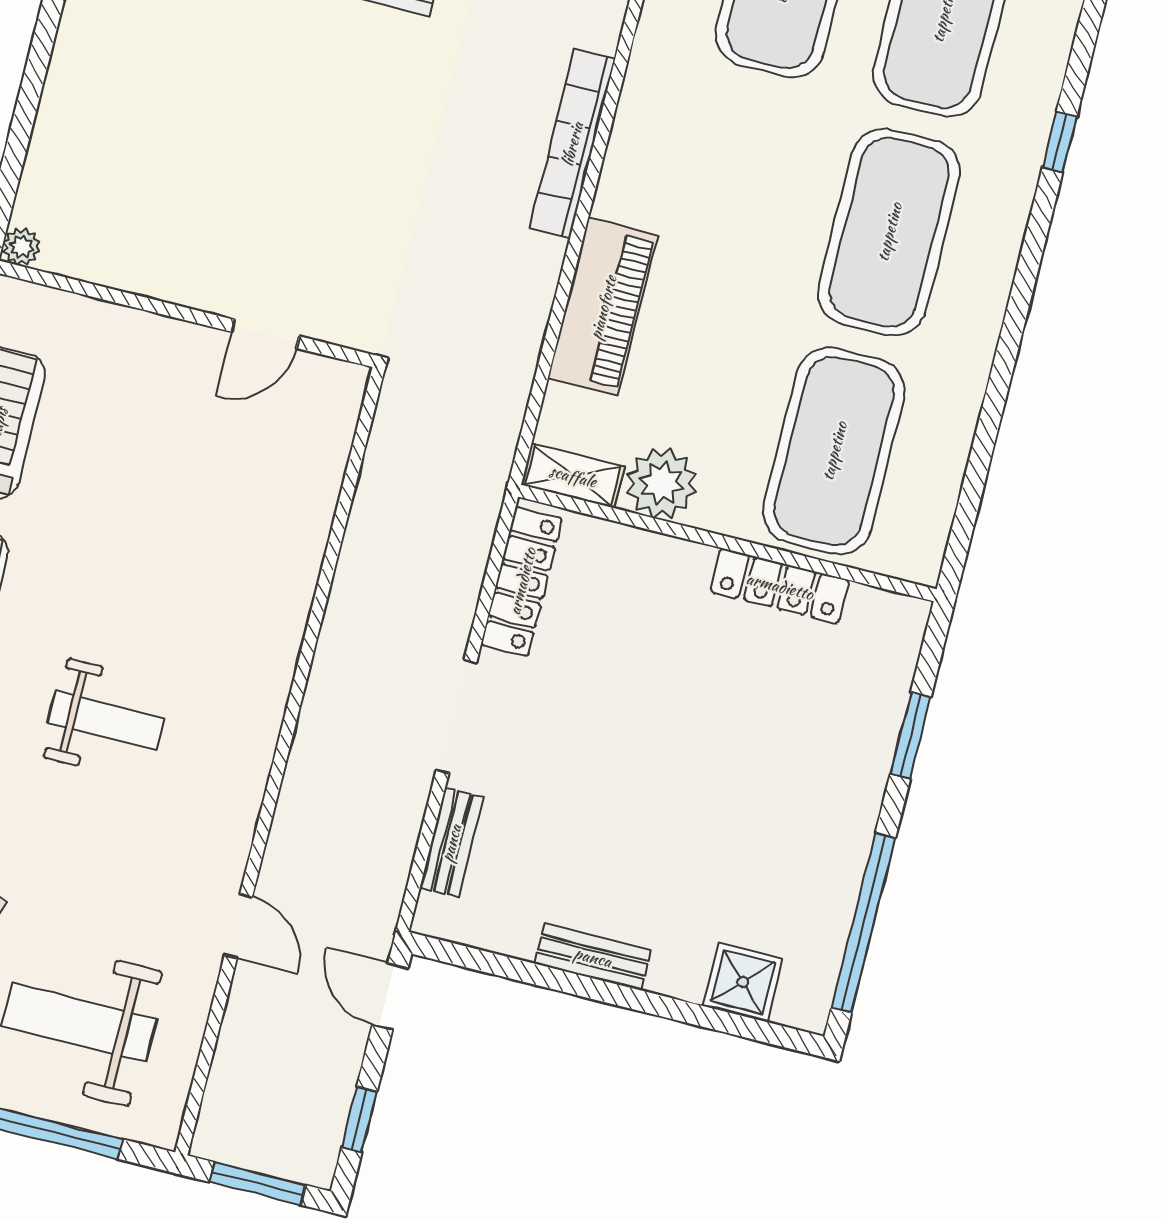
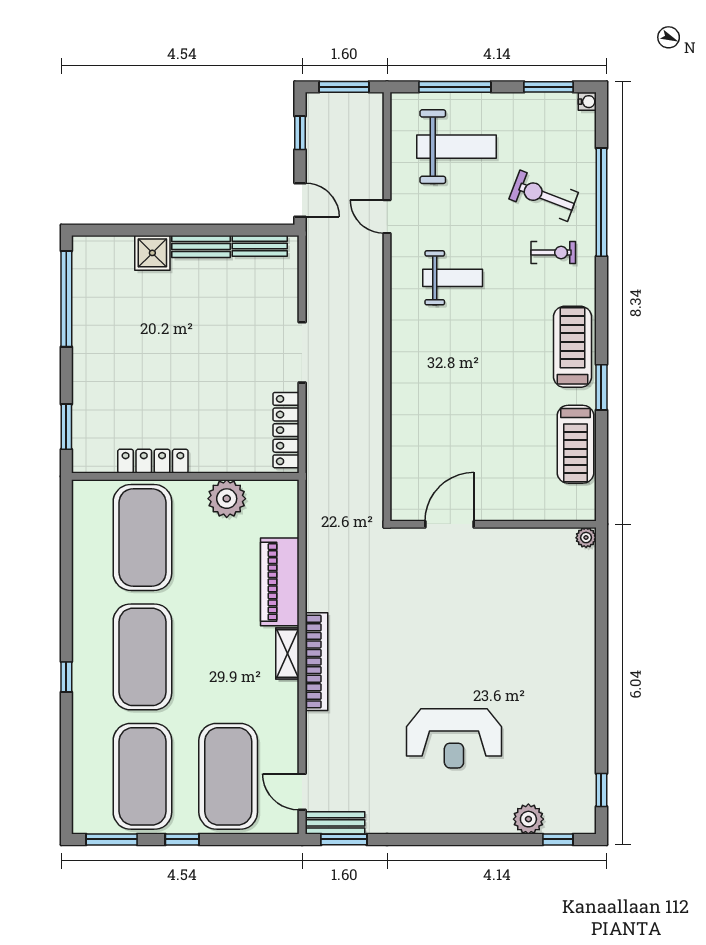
window: (1060, 142) -> (66, 677), moved
door: (265, 334) -> (450, 524), width x1.38
shelving: (573, 476) -> (287, 653), moved, turned 90
weight bench: (106, 720) -> (453, 278), moved, turned 180
window: (911, 735) -> (66, 427), moved
bench: (451, 843) -> (260, 246), moved, turned 90
shower: (743, 982) -> (152, 253), moved

